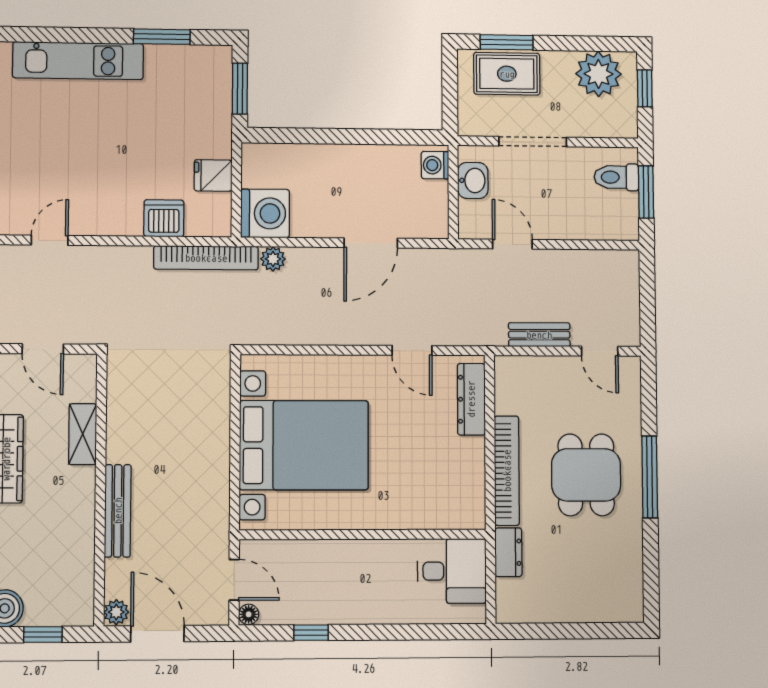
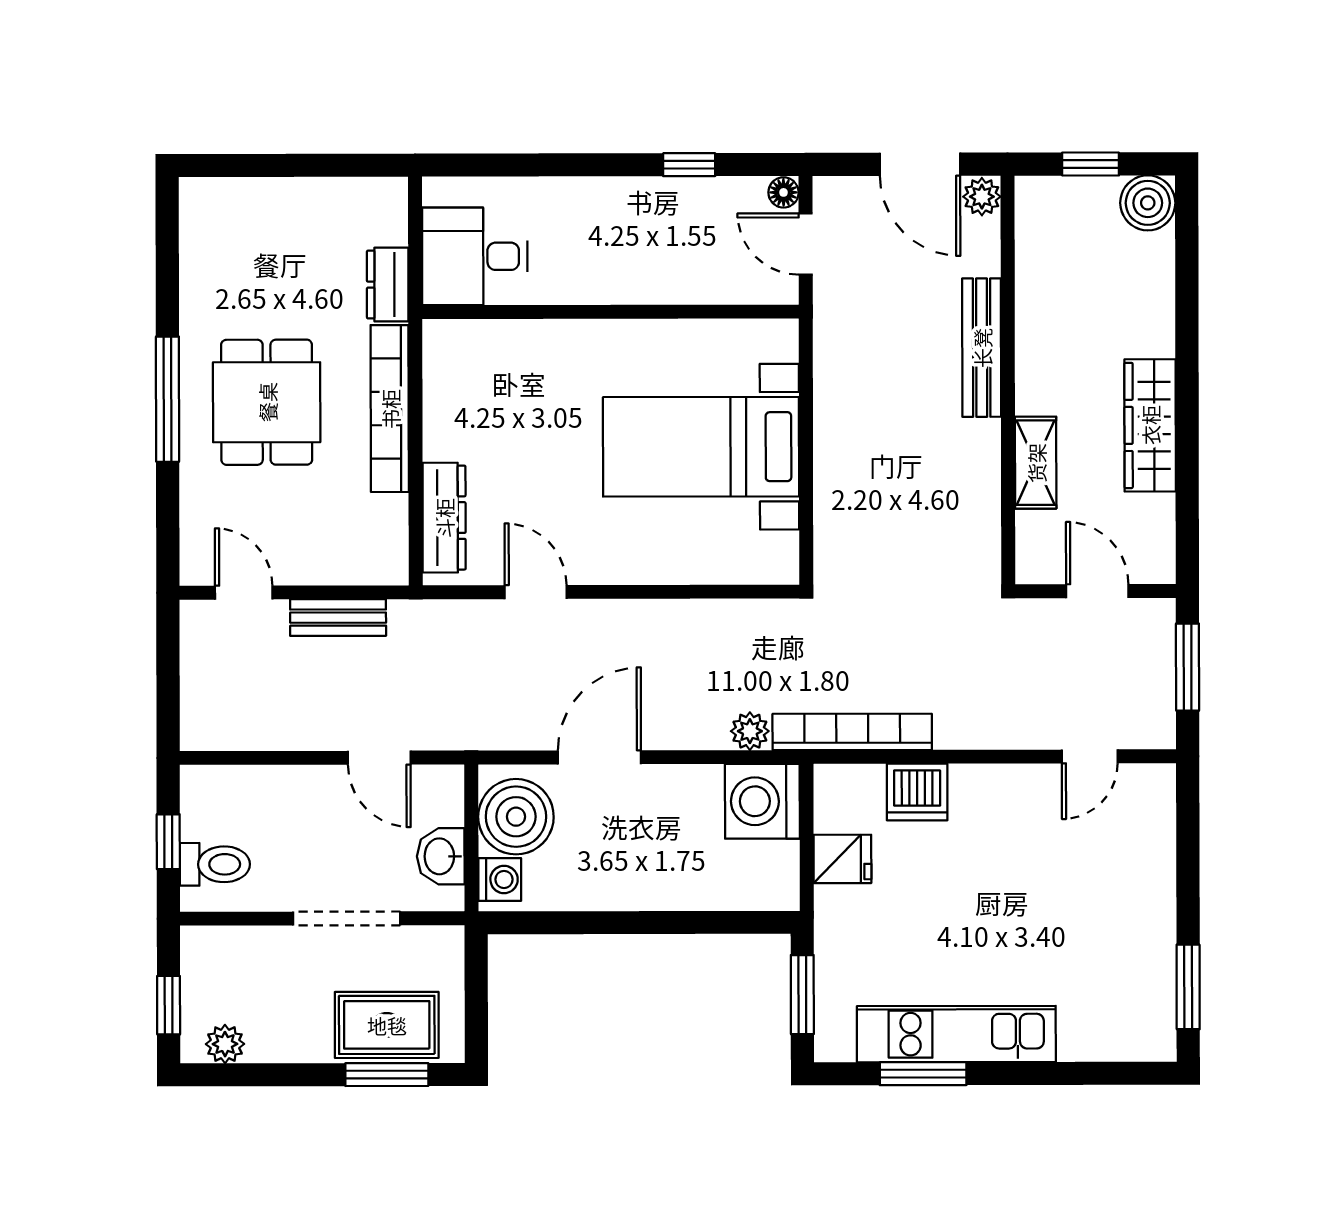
kitchen unit: (78, 61) -> (956, 1034), moved
plant: (598, 74) -> (225, 1044), width x0.53, depth x0.53
window: (646, 192) -> (168, 842), width x0.67
boiler: (425, 205) -> (516, 817), added
bed with nightstands: (304, 445) -> (701, 447), width x0.73

